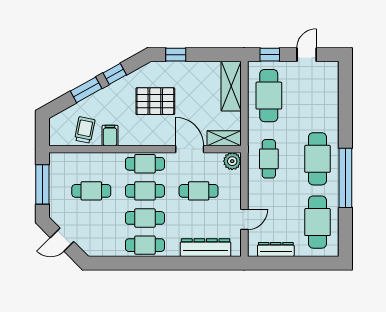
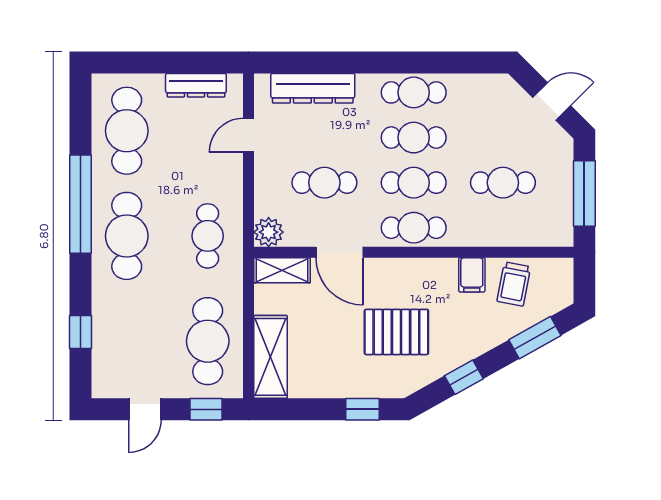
window: (86, 90) -> (535, 338), moved
window: (345, 101) -> (80, 332), added

